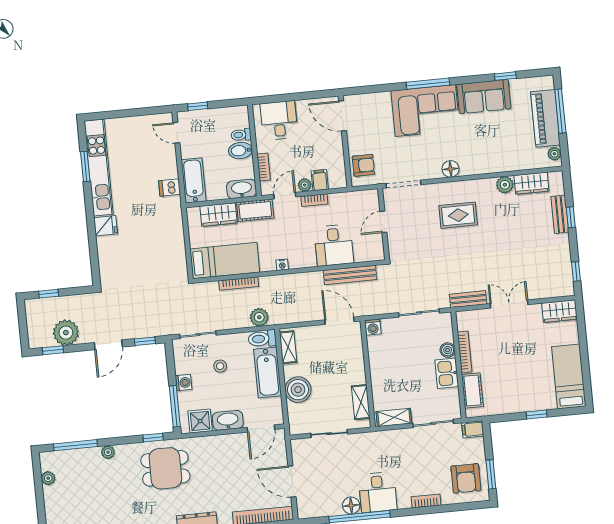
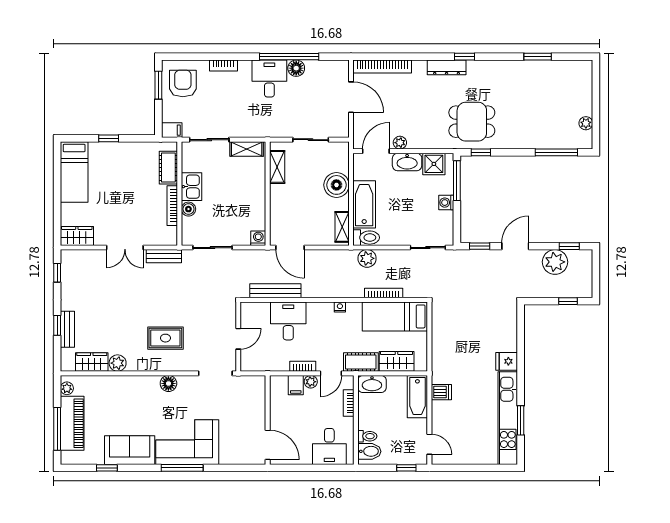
bidet: (240, 150) -> (369, 451), moved
armchair: (363, 165) -> (252, 395), removed
stool: (220, 366) -> (409, 215), removed
plant: (108, 452) -> (400, 143), moved

